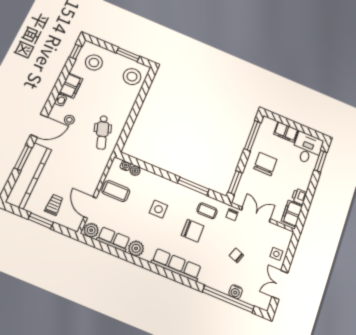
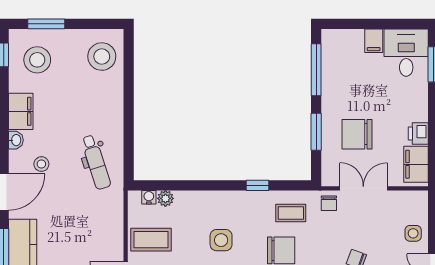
window: (128, 55) -> (46, 24), moved
filing cabinet: (286, 132) -> (374, 41), width x0.50
chair: (265, 164) -> (357, 134), moved, turned -90
window: (235, 183) -> (316, 132), moved
window: (193, 186) -> (258, 185), width x0.46

